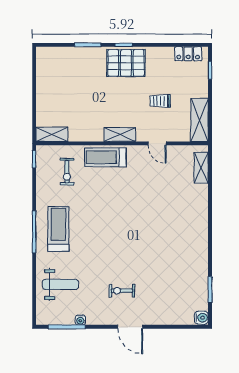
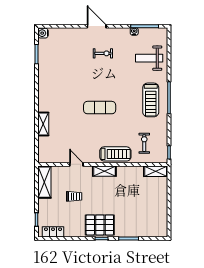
shelving: (201, 168) -> (43, 124), moved
exercise mat: (126, 219) -> (100, 108), added

